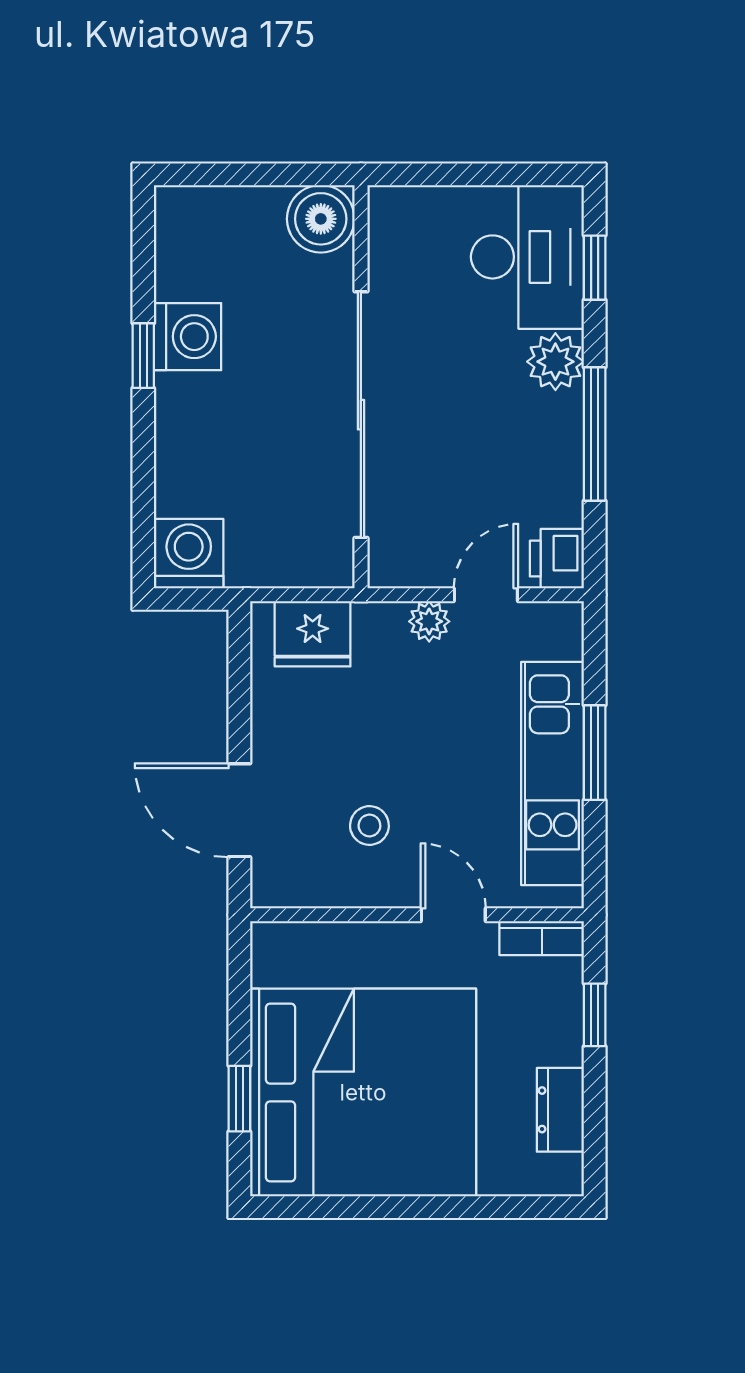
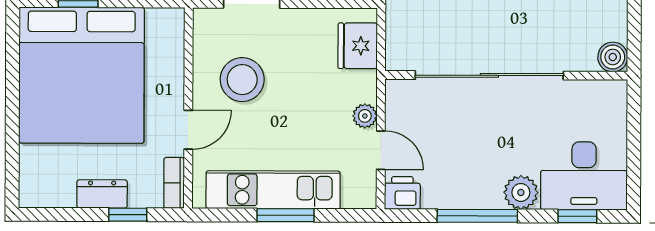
boiler: (321, 219) -> (613, 57), width x0.73, depth x0.73
stool: (369, 826) -> (242, 80), width x1.89, depth x1.89
dresser: (560, 1110) -> (102, 194), moved

